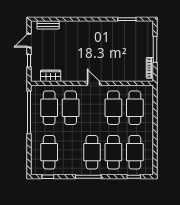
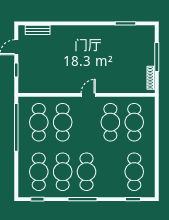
wardrobe: (51, 76) -> (40, 87), removed
door: (93, 83) -> (88, 95), hinge flipped
cafe table: (113, 152) -> (63, 172), moved

